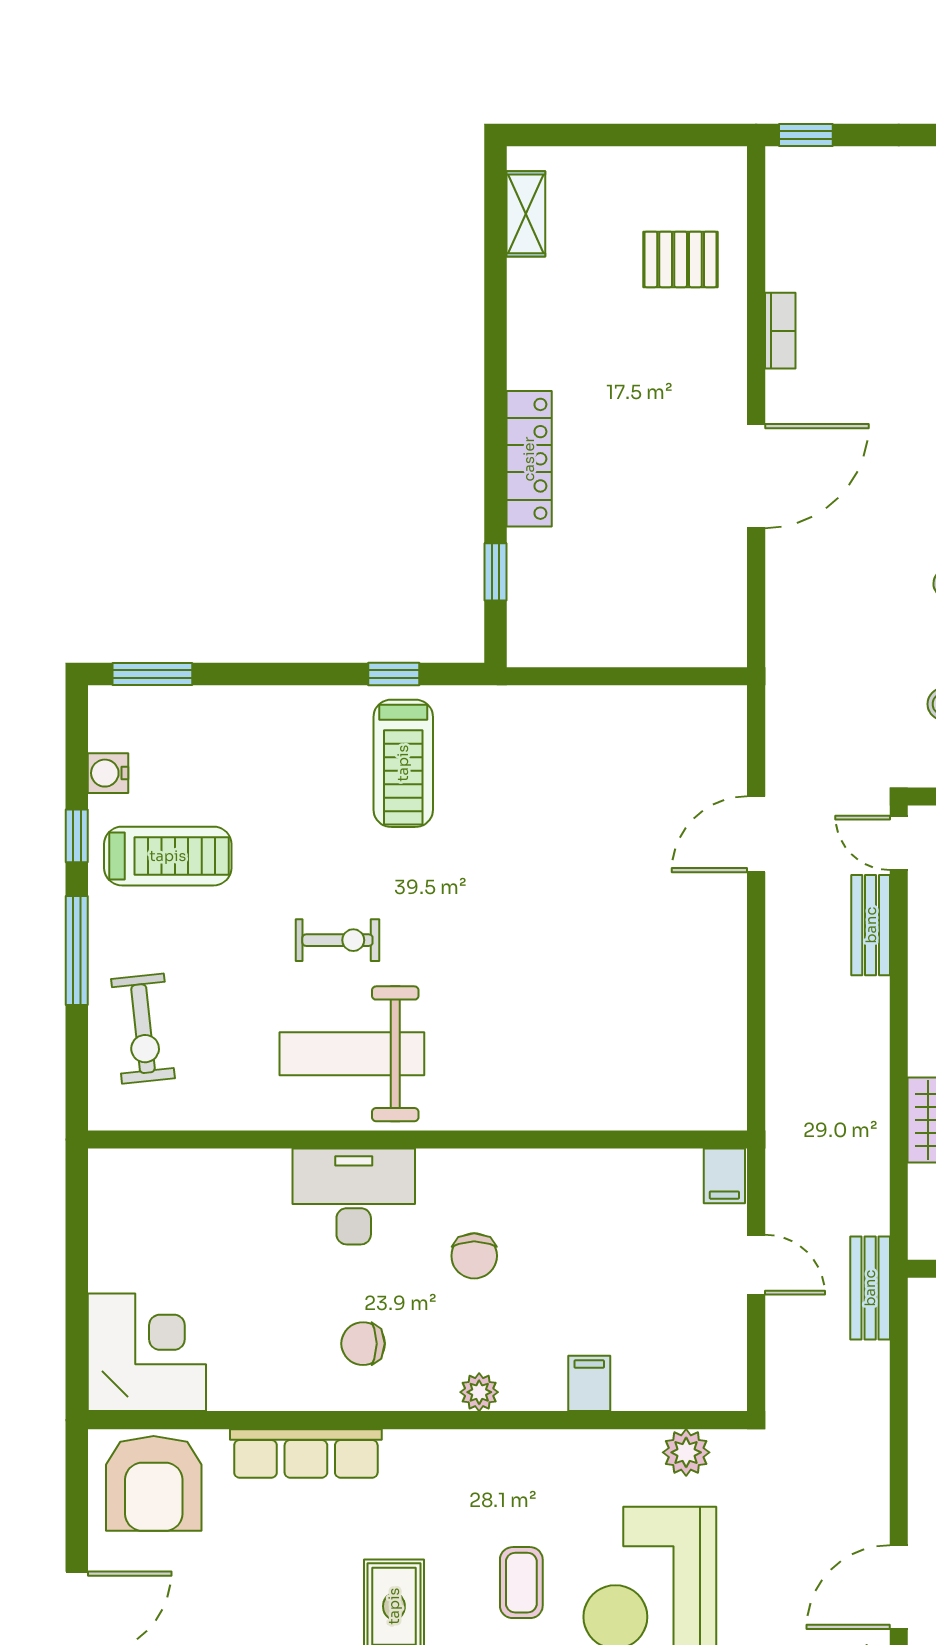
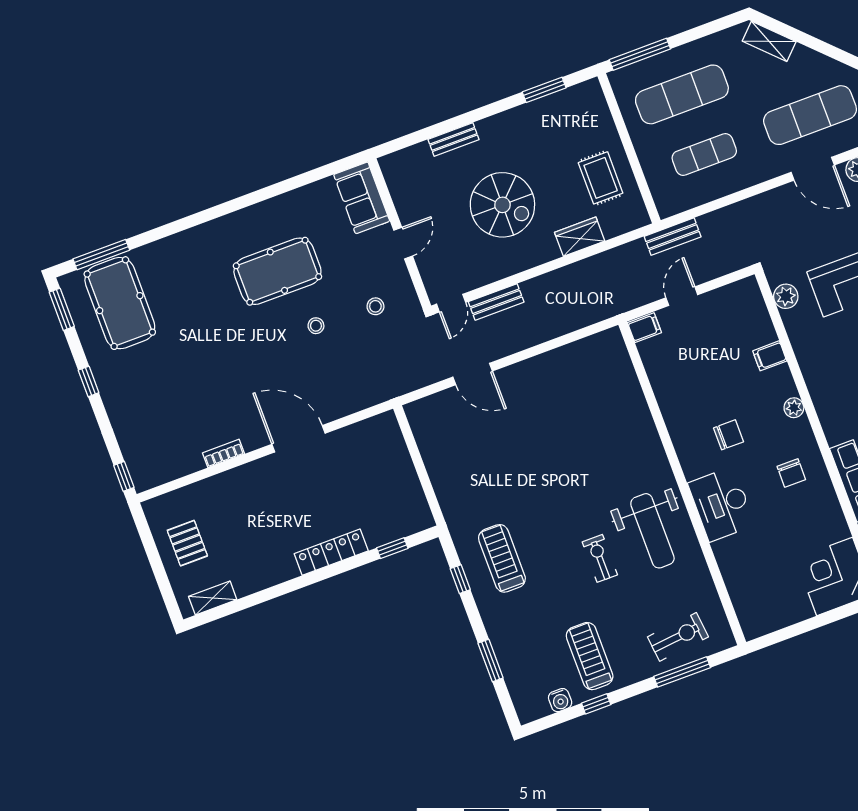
pallet: (681, 259) -> (187, 543), moved
window: (152, 674) -> (491, 660), moved
treadmill: (403, 763) -> (502, 558), turned -90
window: (77, 950) -> (682, 672), moved

